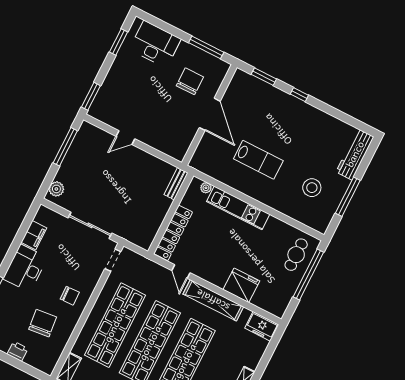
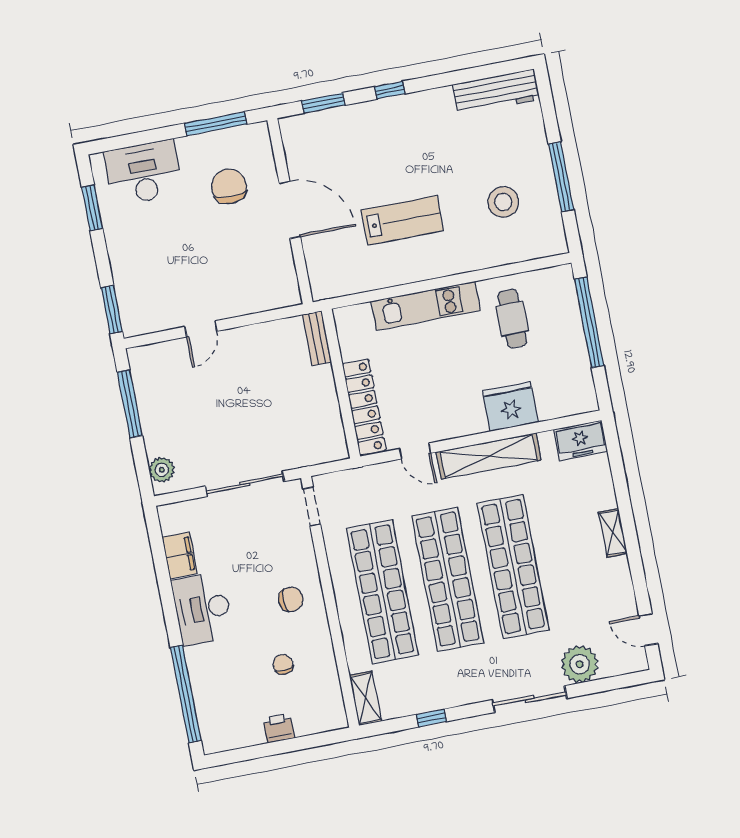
workbench: (355, 154) -> (496, 92), moved, turned -90
plant: (206, 188) -> (361, 312), removed
cafe table: (296, 255) -> (512, 319), moved
chair: (43, 323) -> (283, 664), width x0.54, depth x0.54

